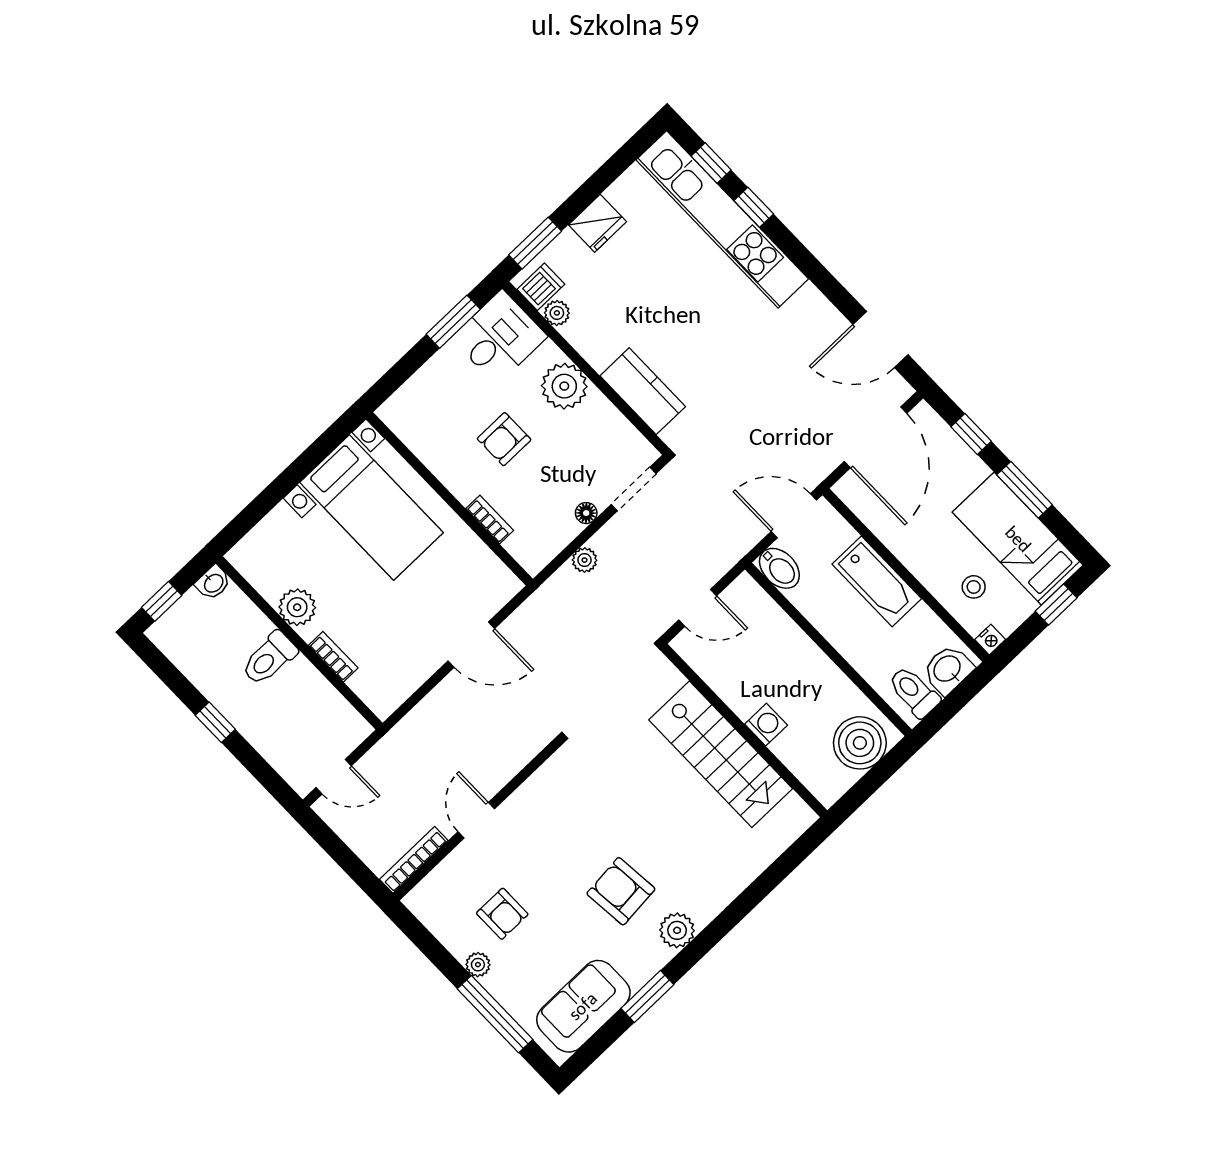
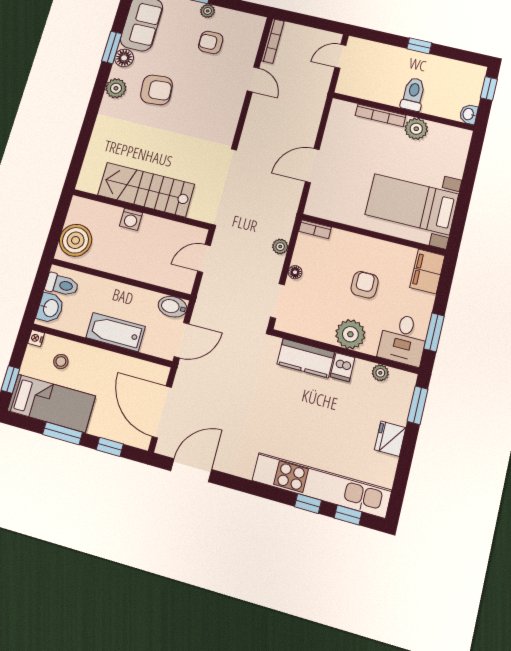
dishwasher: (541, 287) -> (343, 367), moved
filing cabinet: (410, 405) -> (427, 271), added
bookcase: (490, 520) -> (315, 229), moved
bookcase: (333, 657) -> (381, 115), width x1.56
floor lamp: (639, 969) -> (124, 58), added

